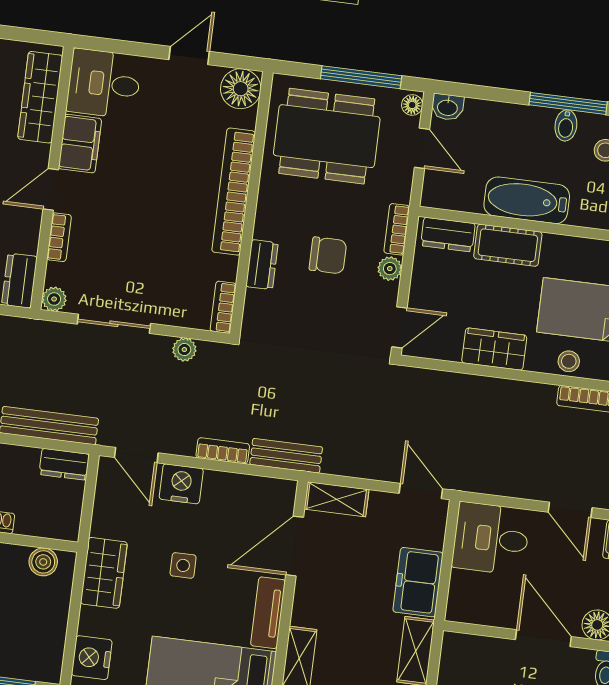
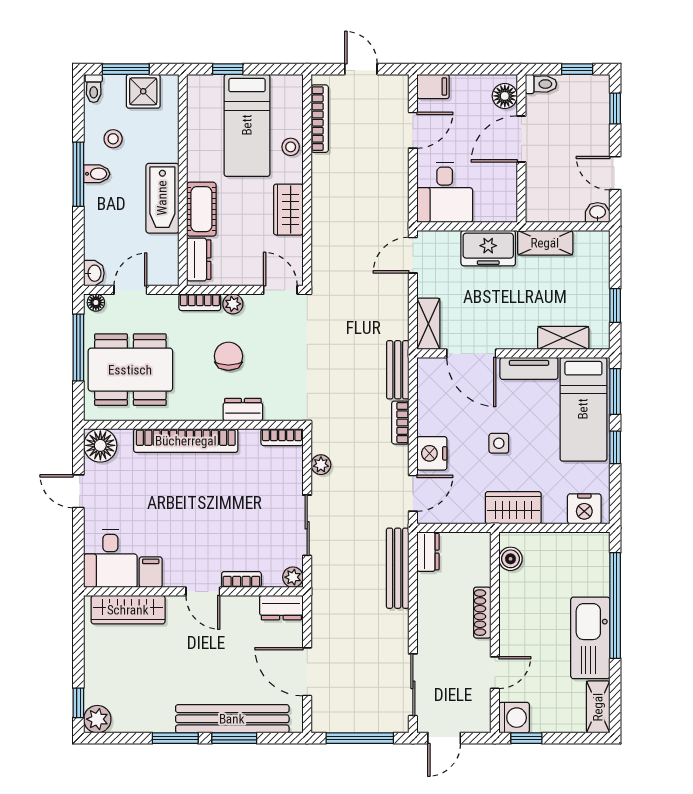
dining table: (327, 136) -> (130, 370), turned 90
filing cabinet: (80, 144) -> (151, 572), width x0.50

